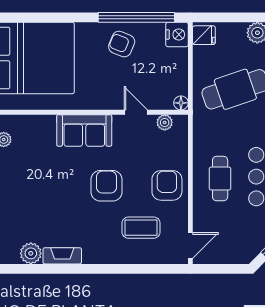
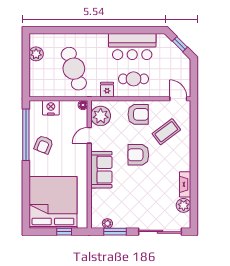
nightstand: (177, 35) -> (51, 108), moved
fridge: (204, 35) -> (107, 90), moved
plant: (165, 122) -> (101, 116), width x1.88, depth x1.88
armchair: (167, 185) -> (138, 114), turned 180
coffee table: (141, 228) -> (166, 132), turned 53

